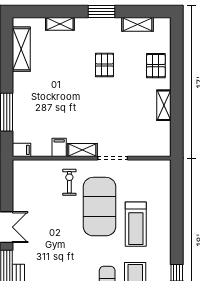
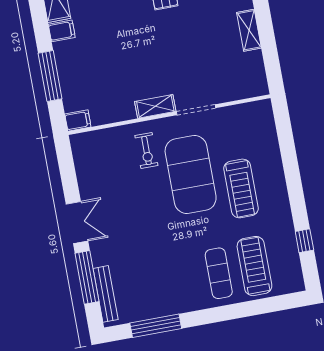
filing cabinet: (59, 147) -> (62, 31), moved, turned 90
exercise bike: (69, 182) -> (146, 151), turned 180

